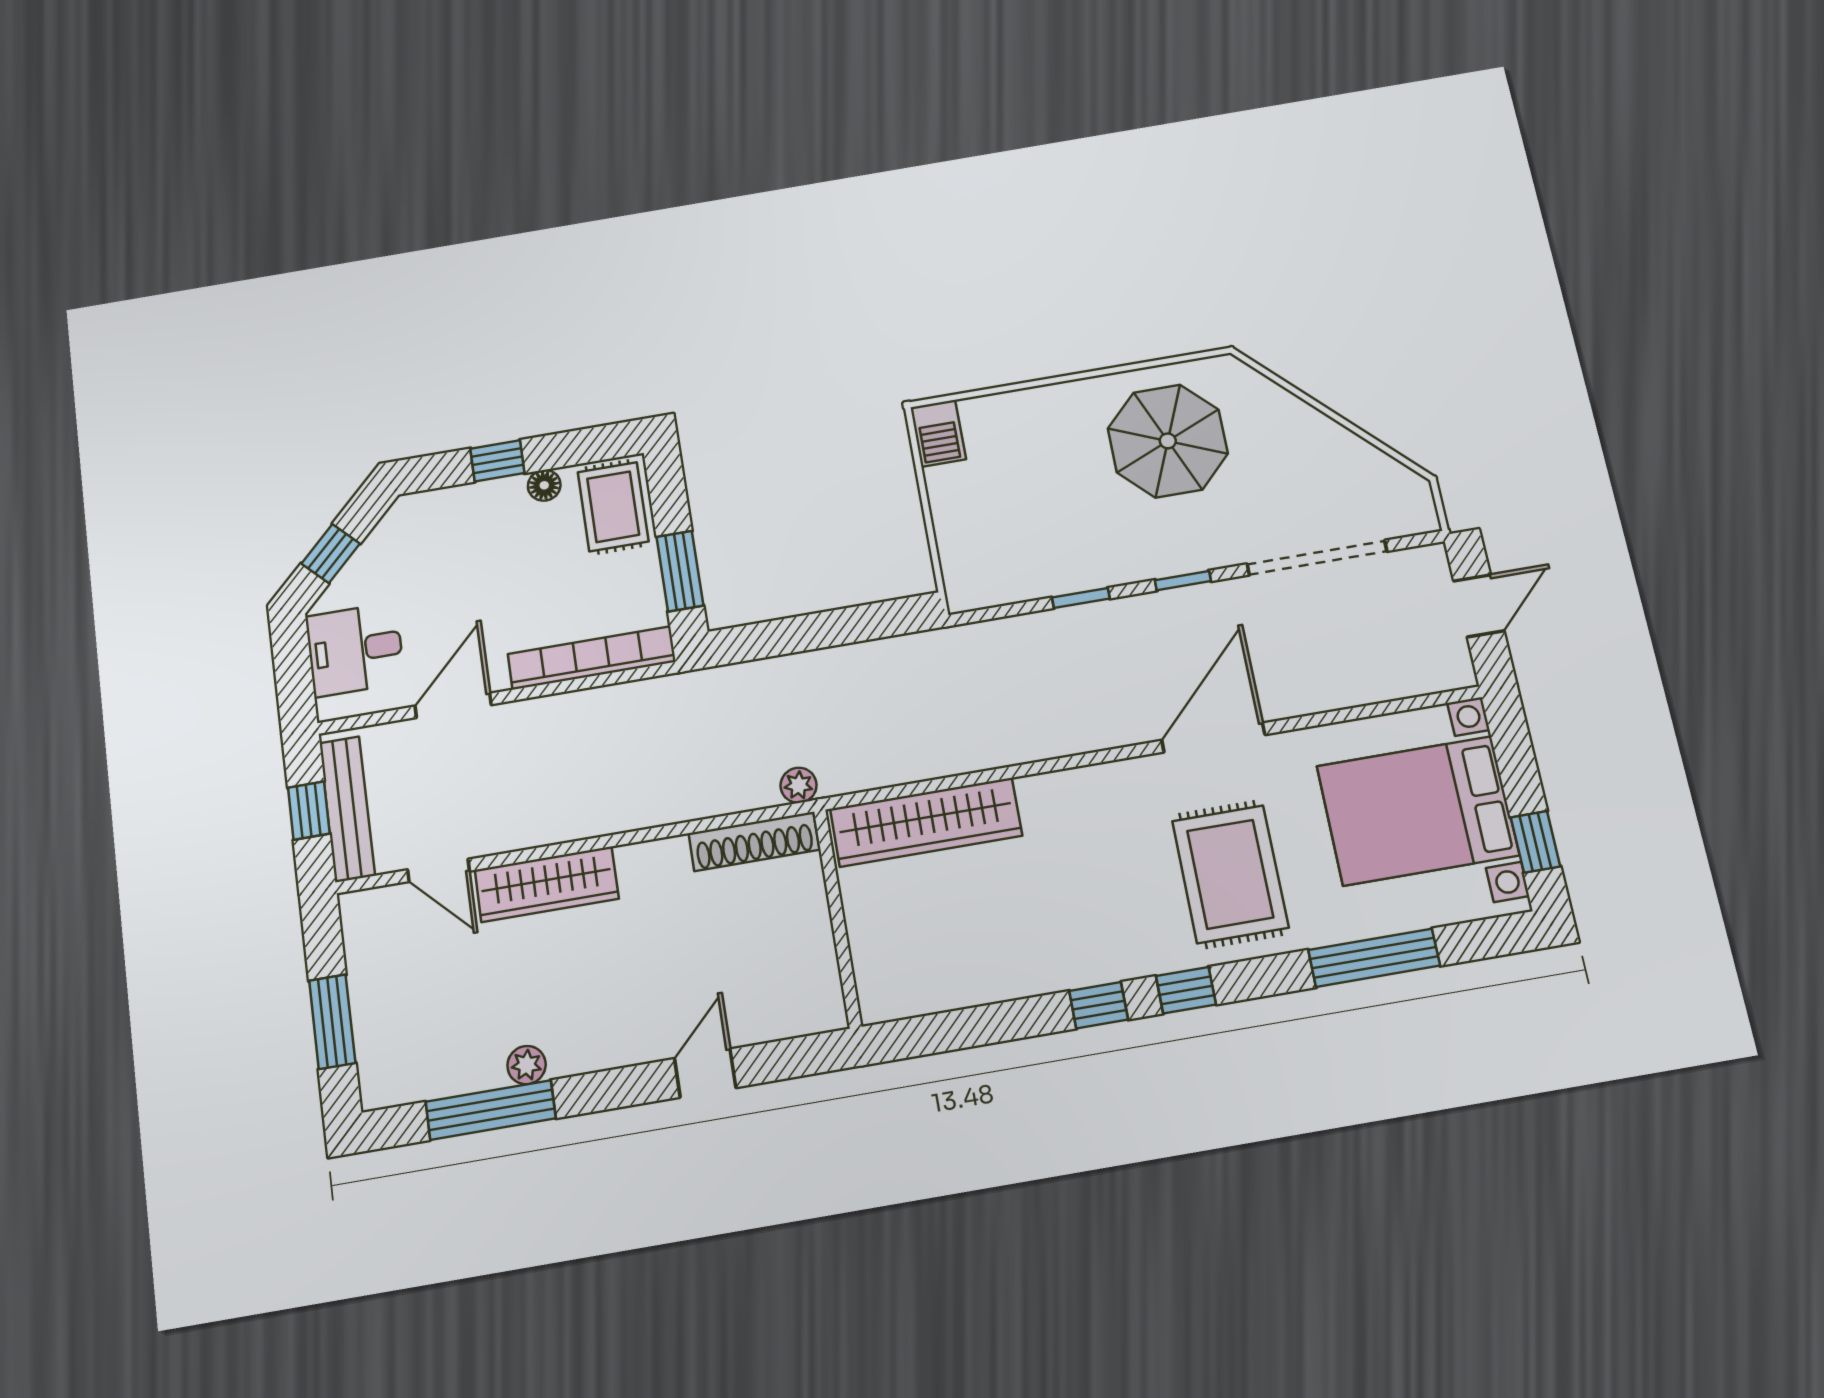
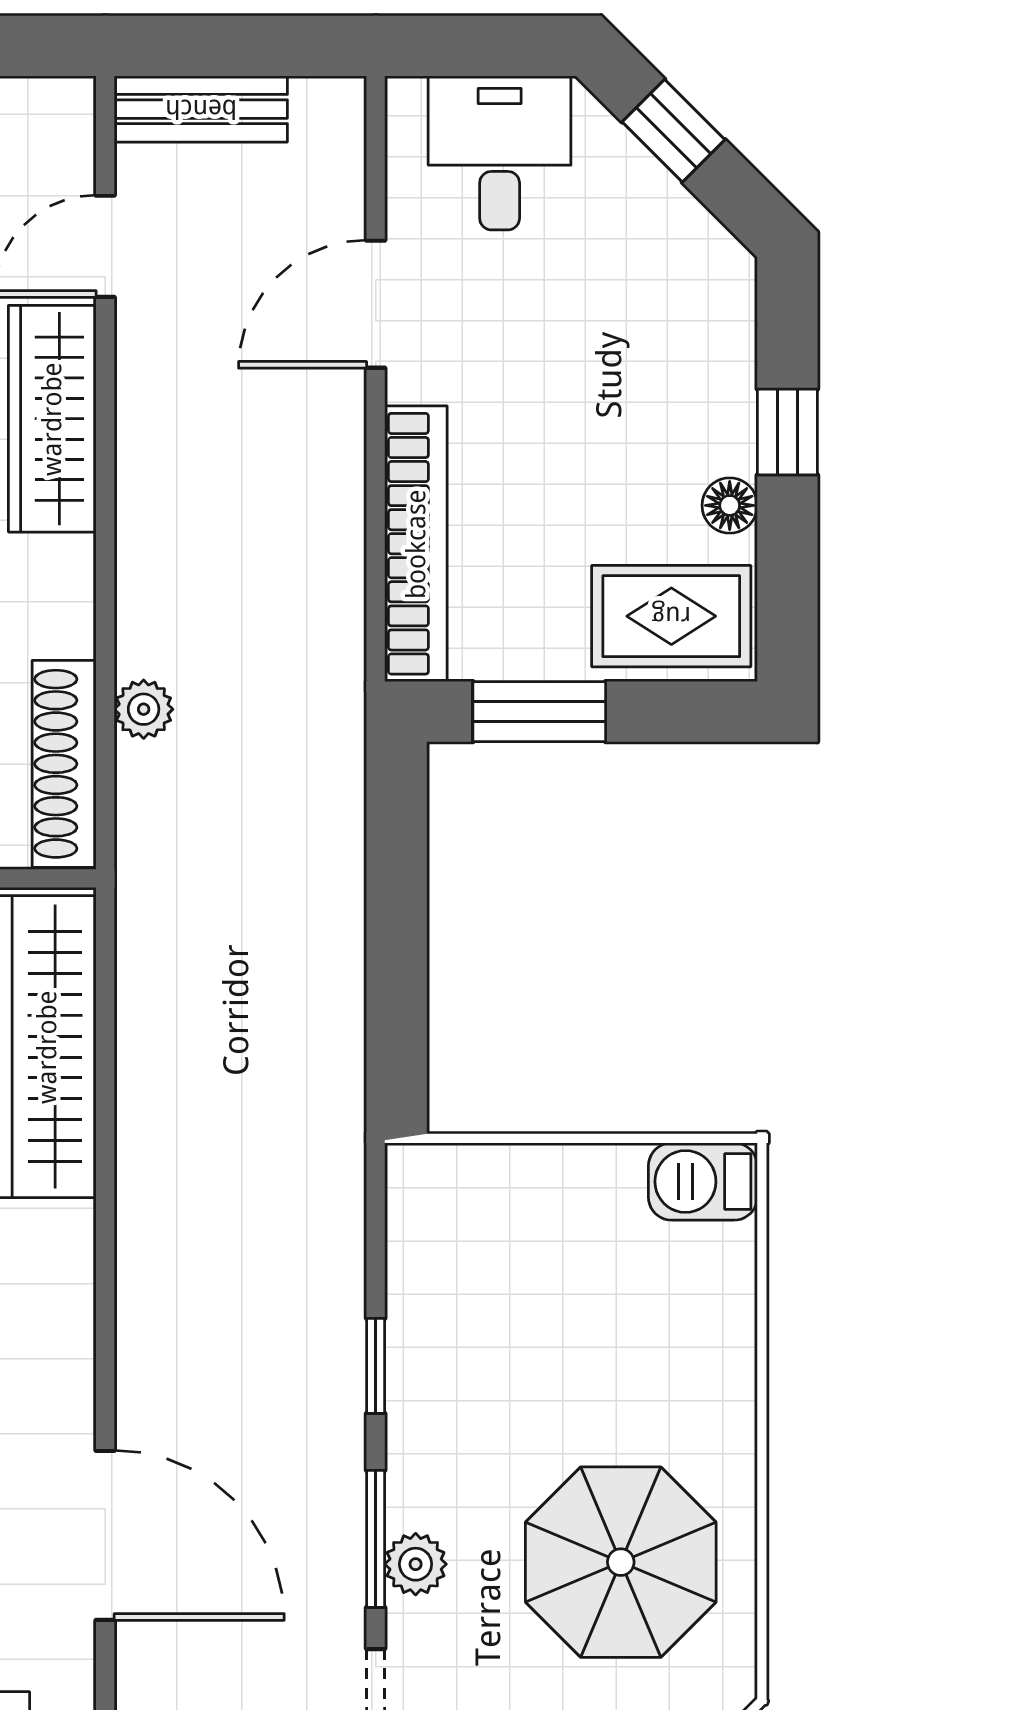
plant: (1193, 555) -> (416, 1564), added
window: (1183, 581) -> (376, 1539), width x1.50
door: (453, 705) -> (376, 304), swing flipped
plant: (799, 785) -> (144, 709), moved
bench: (347, 809) -> (201, 109), width x0.73
window: (309, 811) -> (241, 46), removed

